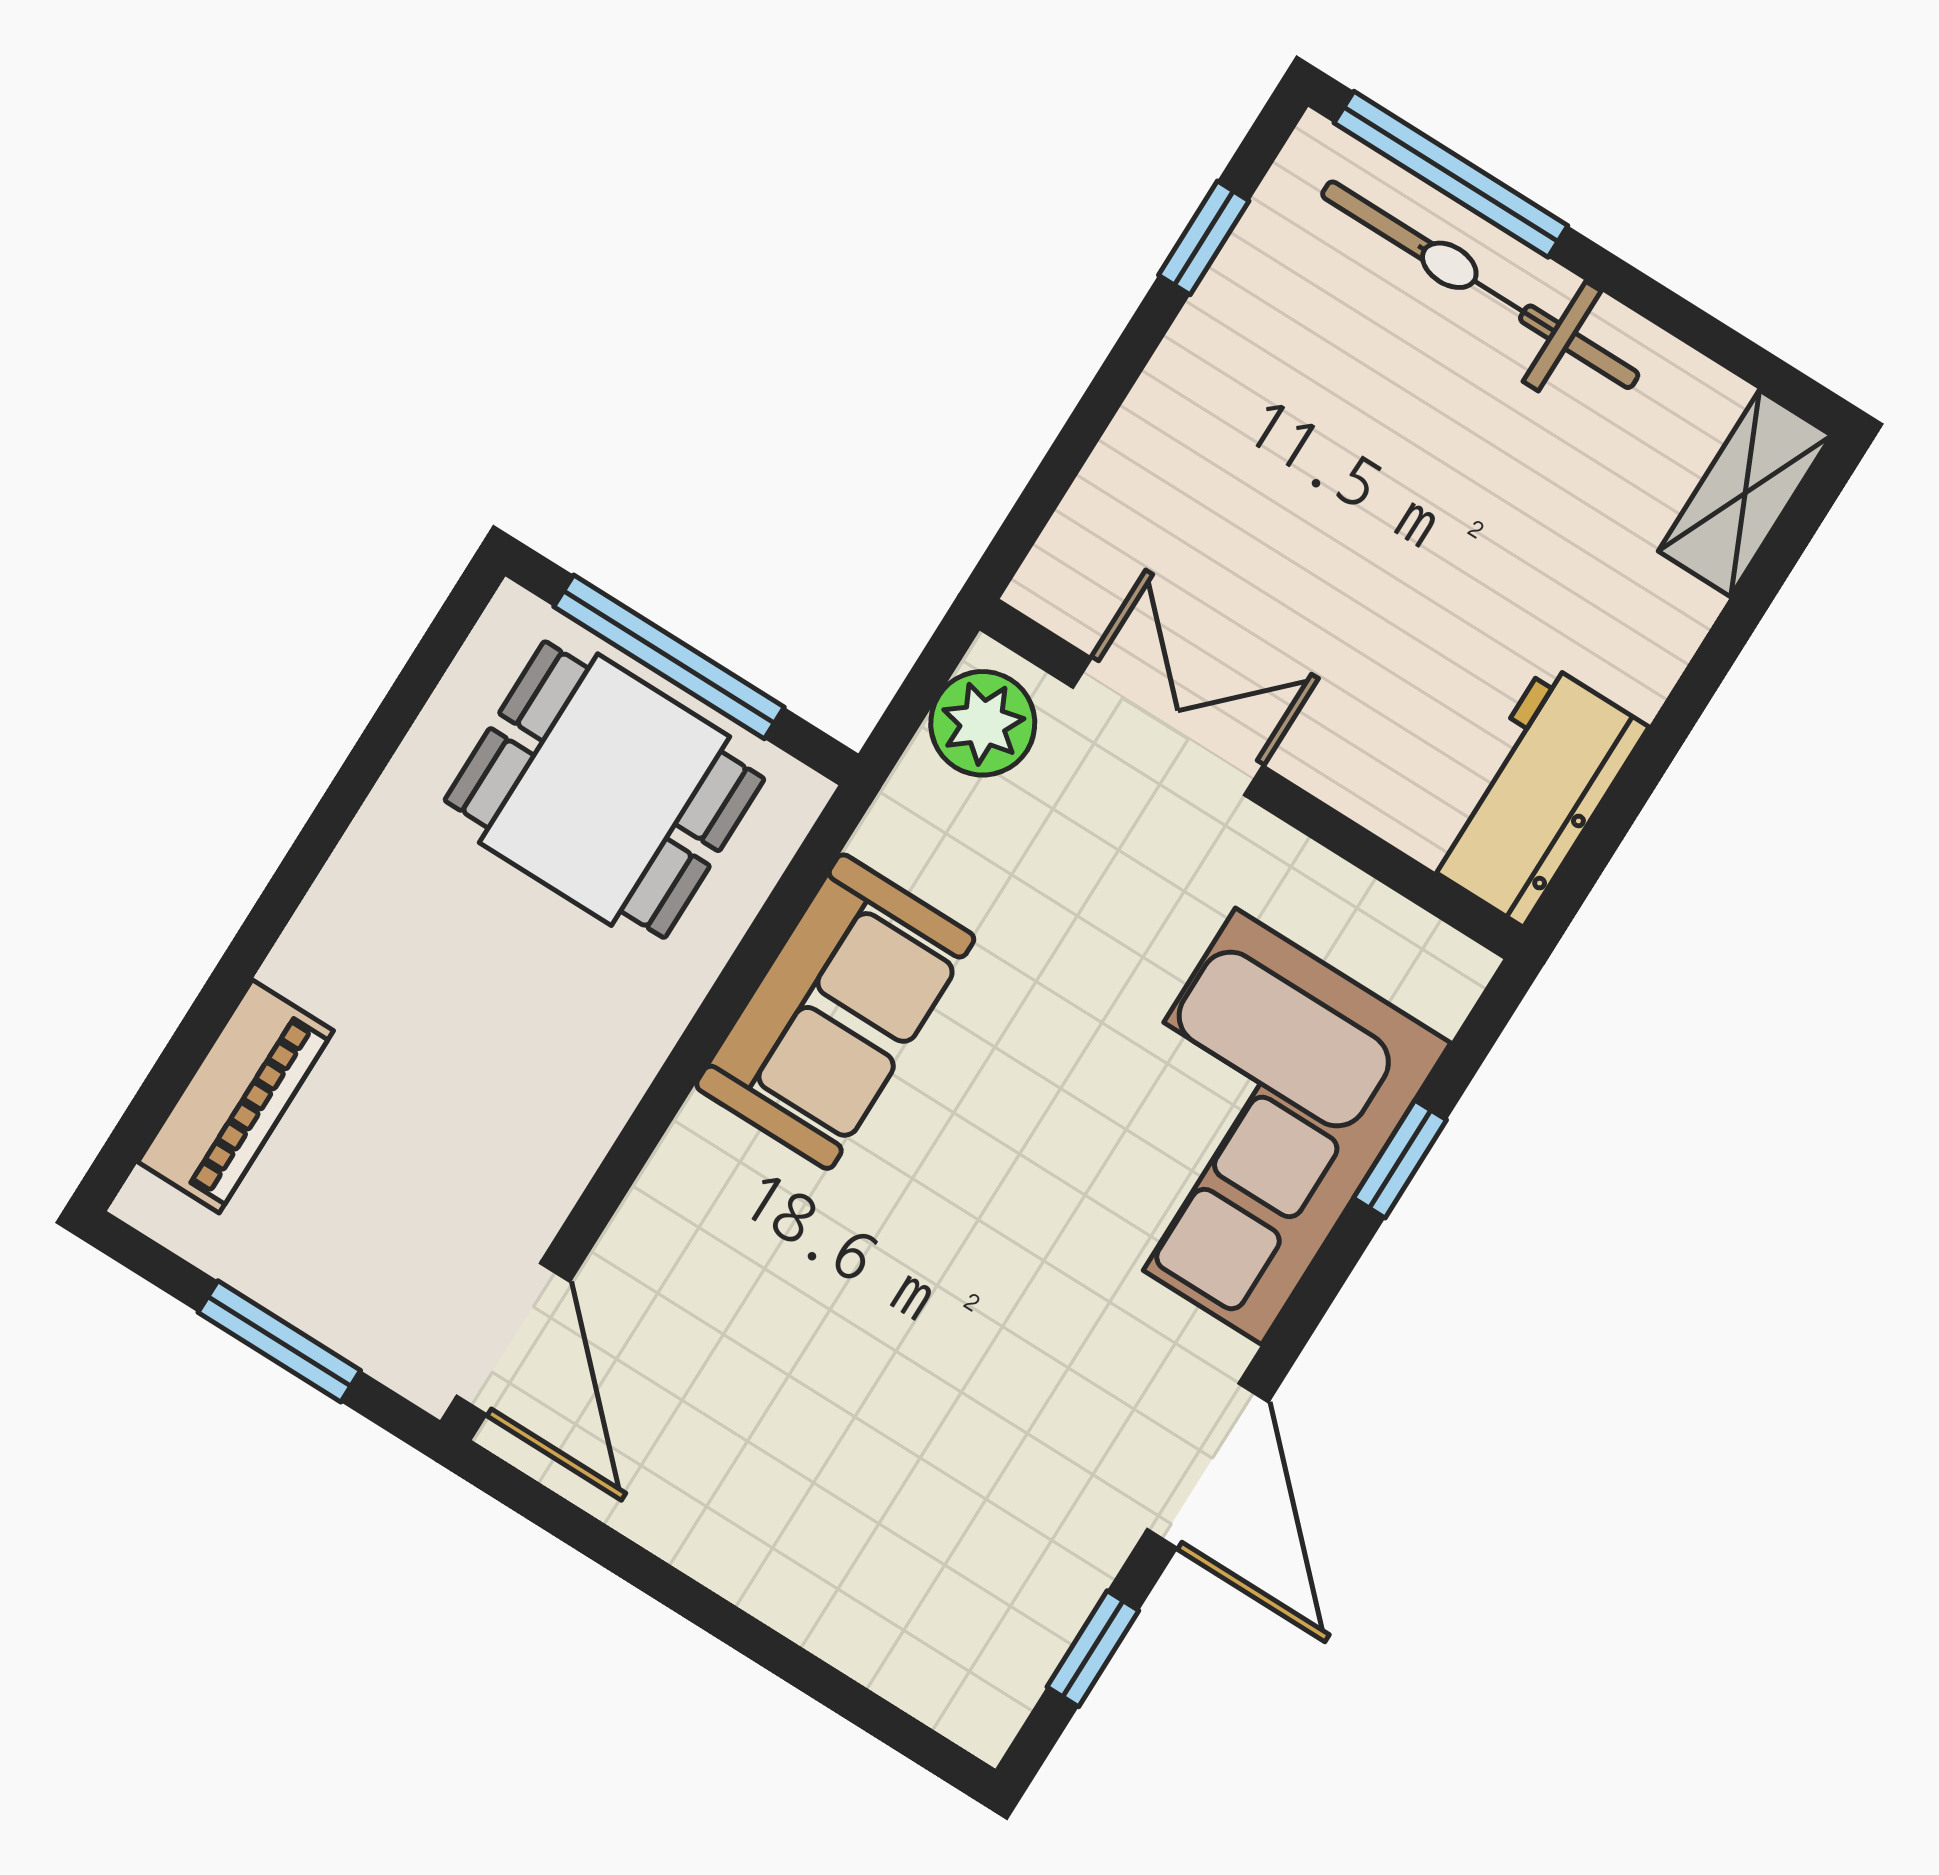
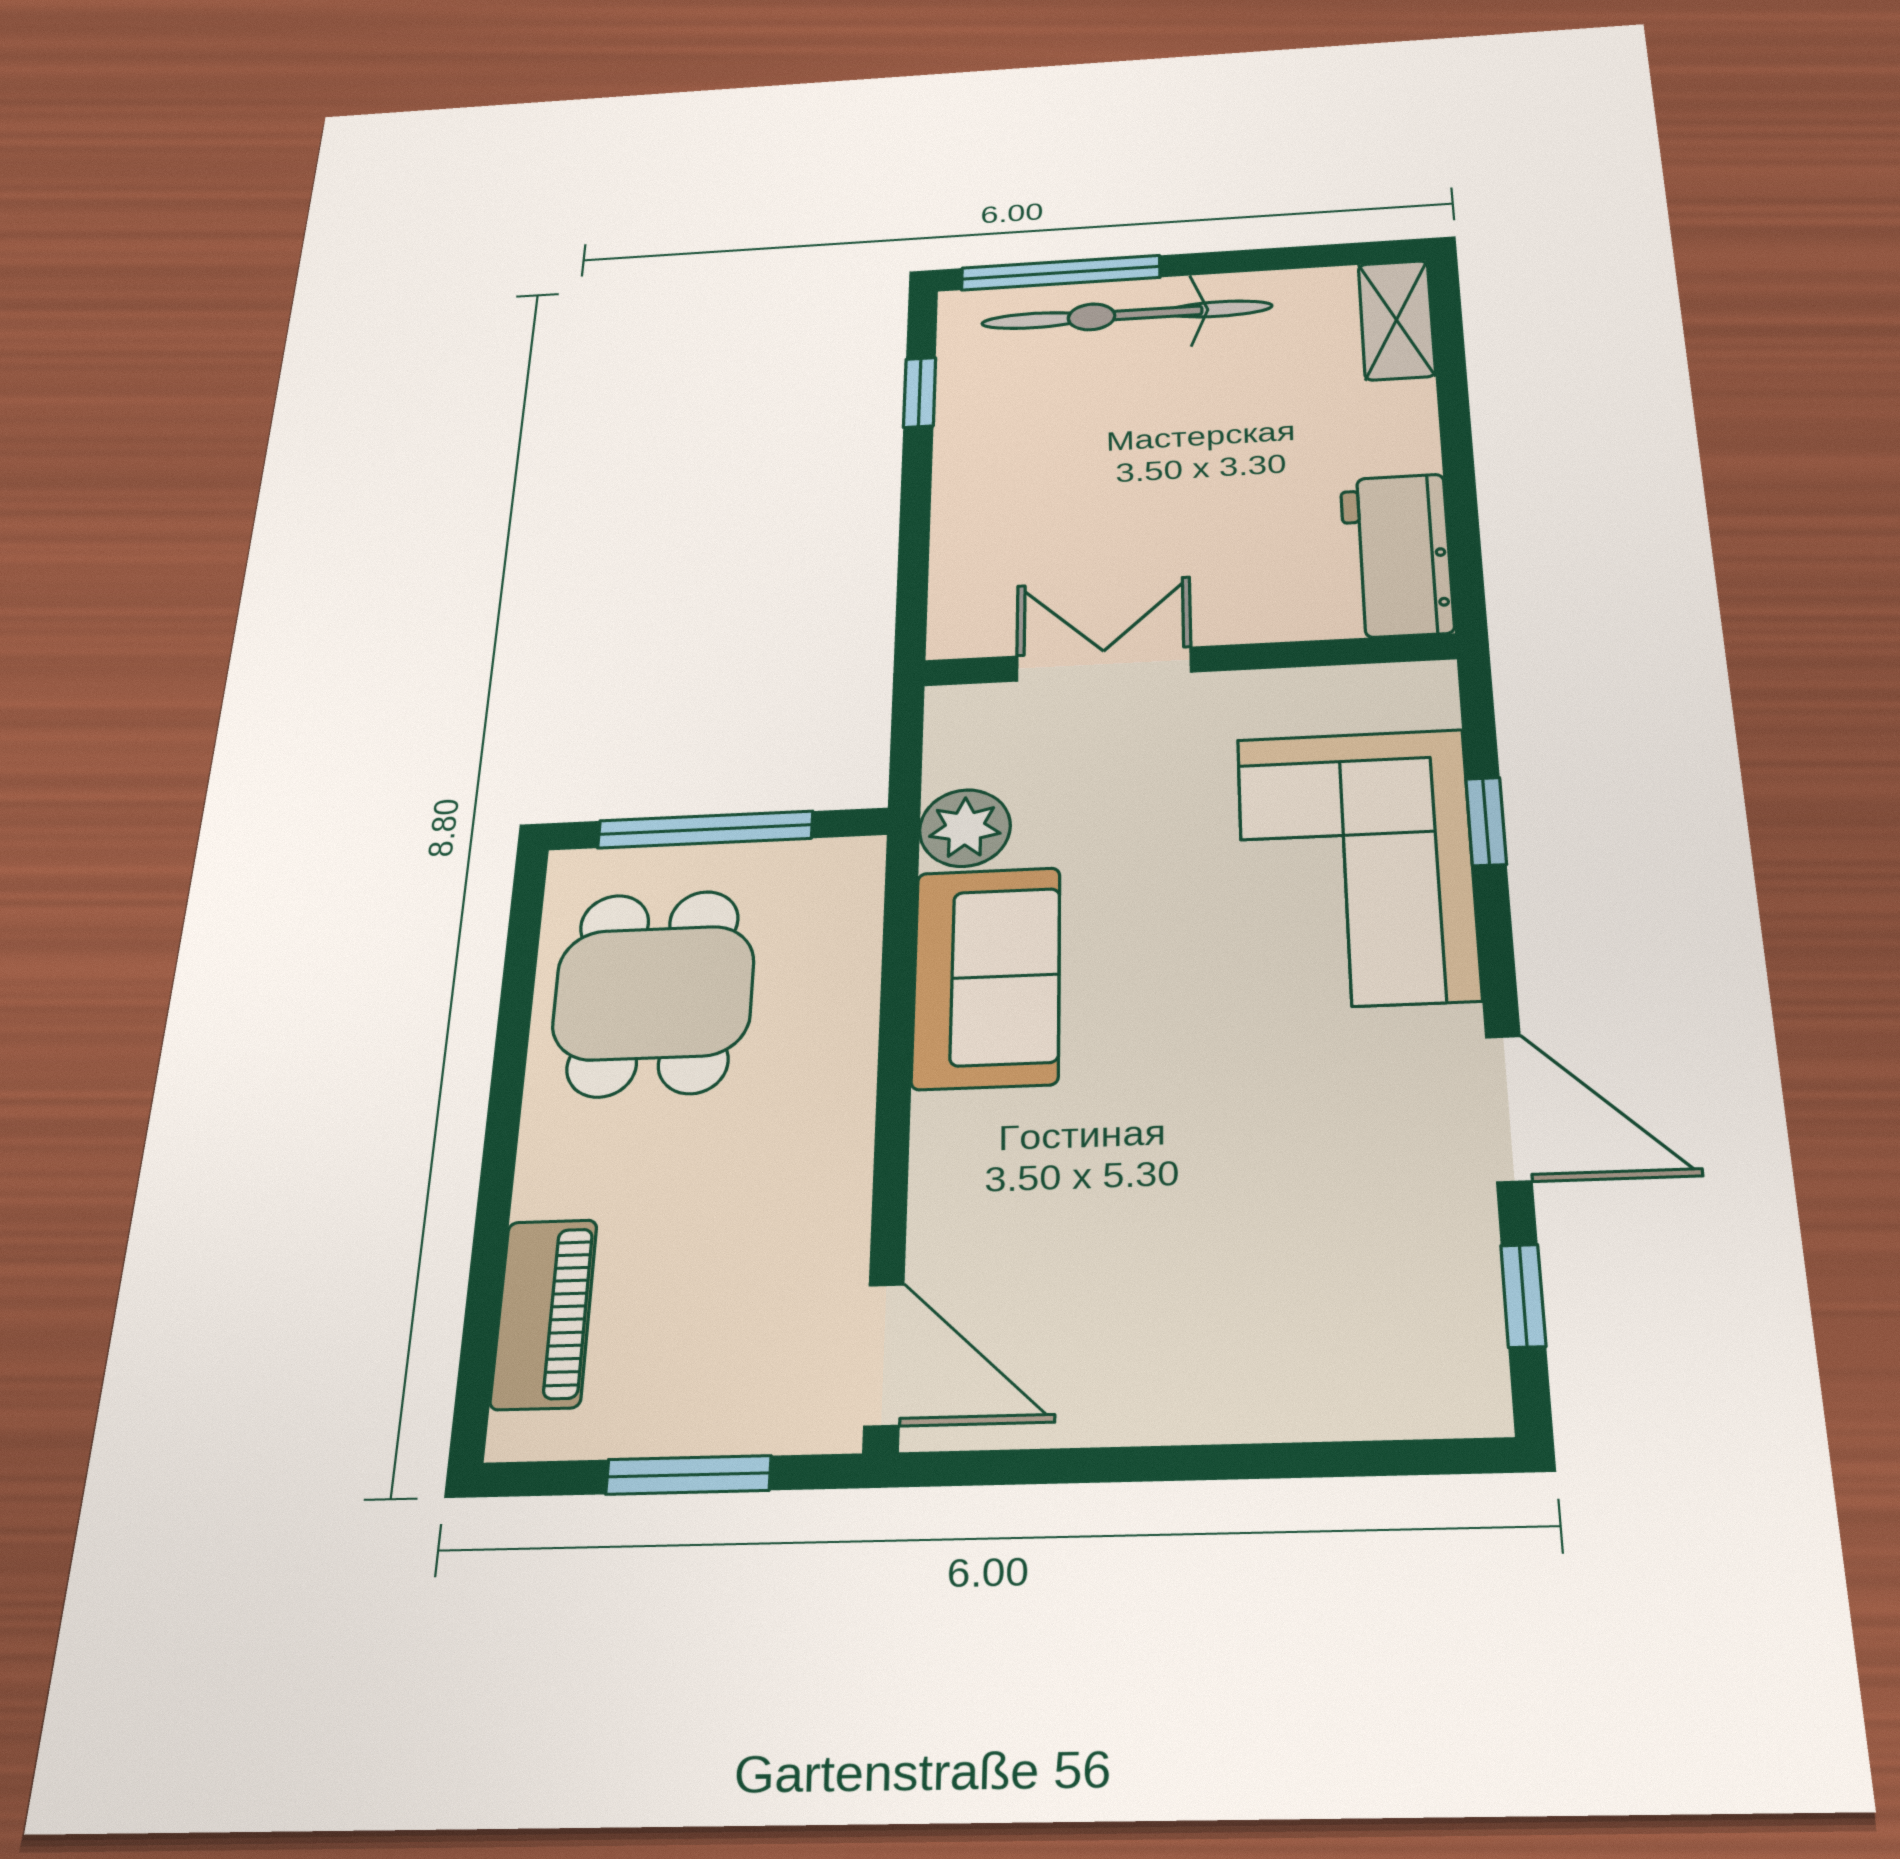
plant: (983, 723) -> (965, 828), moved
dining table: (604, 790) -> (653, 993), moved, turned 90

